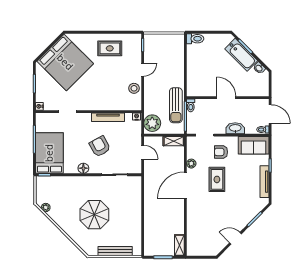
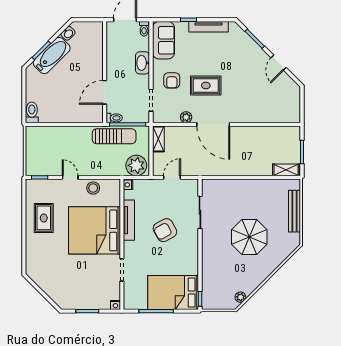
bed: (65, 62) -> (94, 230), moved, turned -135
door: (226, 98) -> (105, 92), moved
floor lamp: (83, 168) -> (192, 251), removed
shelving: (179, 245) -> (286, 170), moved

